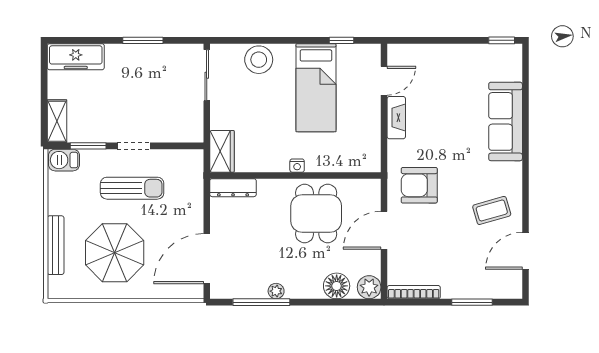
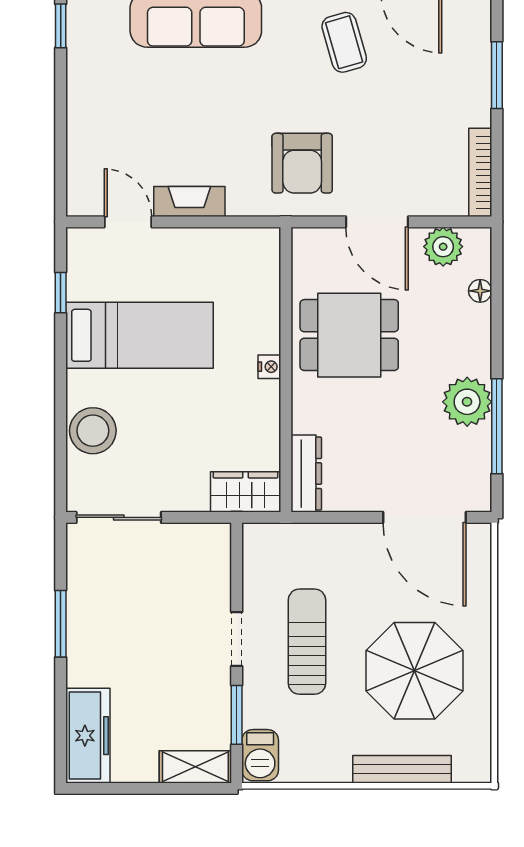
floor lamp: (337, 286) -> (480, 291), width x0.53, depth x0.53
plant: (369, 287) -> (443, 247), moved
plant: (276, 291) -> (467, 402), width x1.87, depth x1.87

